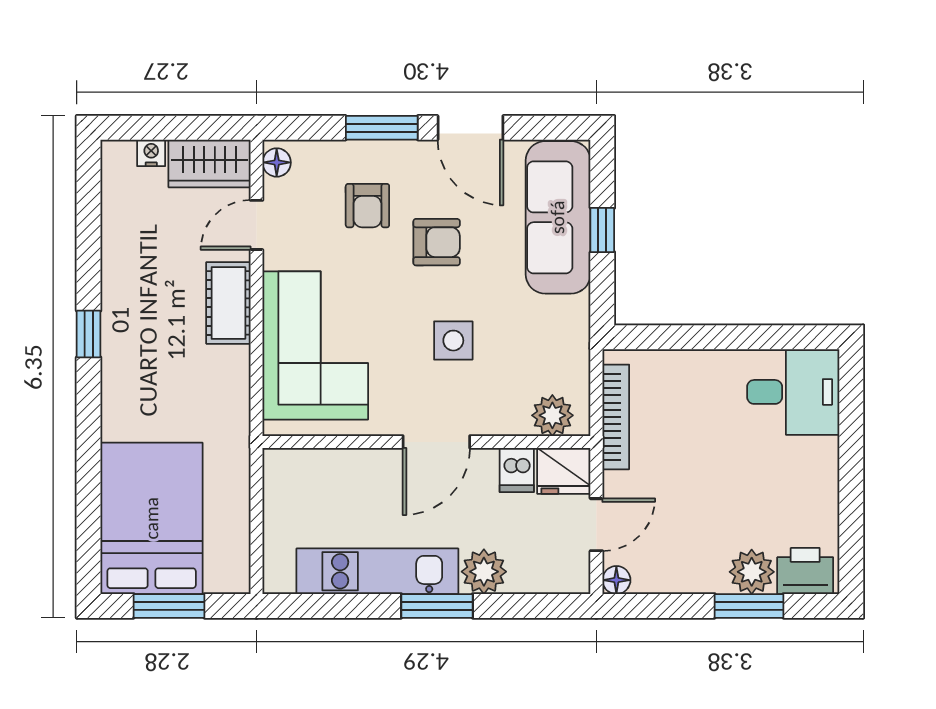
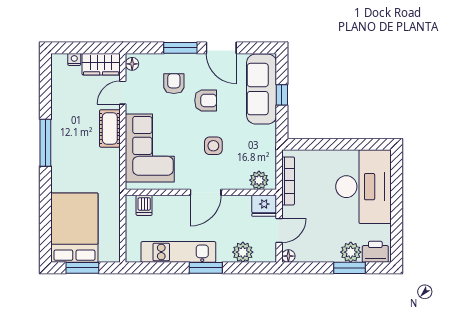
armchair: (367, 206) -> (174, 84), turned 180
window: (89, 334) -> (45, 143), width x2.17
desk: (793, 392) -> (363, 187), width x1.87, depth x1.30
dishwasher: (517, 470) -> (144, 205), moved
plant: (484, 572) -> (243, 252), moved

